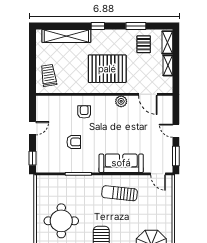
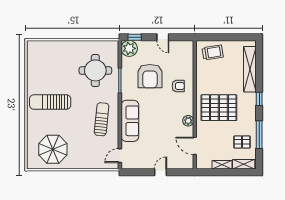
window: (136, 26) -> (259, 135), width x1.44
pallet: (107, 69) -> (219, 108), turned 90
door: (148, 94) -> (195, 146), hinge flipped
armchair: (74, 142) -> (150, 76), width x1.88, depth x1.88
window: (176, 156) -> (137, 172), removed
plant: (44, 164) -> (129, 48), added
round table: (61, 221) -> (95, 70), moved

